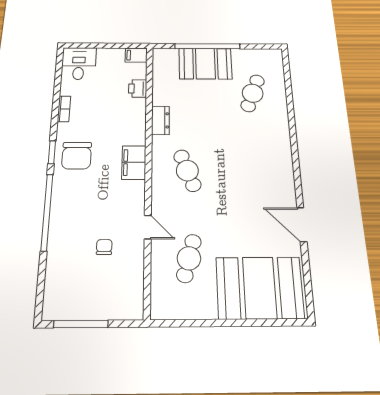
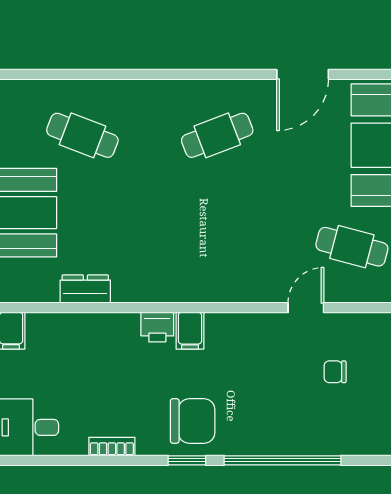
printer: (138, 89) -> (157, 327), moved
dresser: (160, 120) -> (85, 289), moved
filing cabinet: (134, 162) -> (190, 331), width x0.50
cafe table: (187, 171) -> (217, 135), moved

